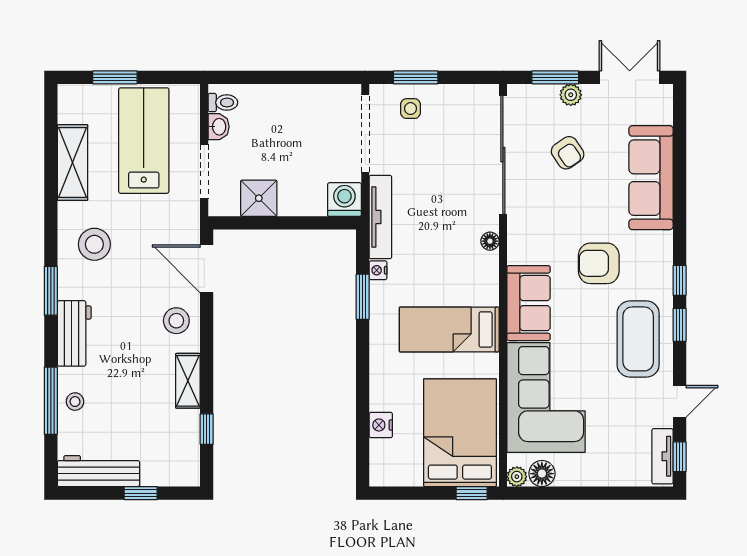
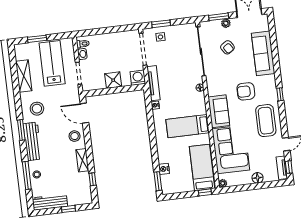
shower: (259, 198) -> (113, 80), moved
window: (363, 297) -> (158, 181), moved
window: (680, 325) -> (282, 113), removed
workbench: (74, 333) -> (32, 141), width x1.37
bed: (460, 433) -> (202, 167), width x0.67
floor lamp: (542, 474) -> (258, 178), moved

